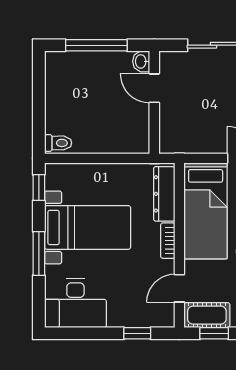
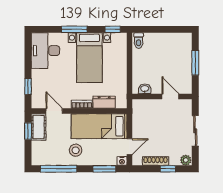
window: (96, 45) -> (195, 63), width x0.69
washbasin: (141, 61) -> (145, 89), moved
door: (154, 88) -> (170, 96), hinge flipped
dresser: (164, 194) -> (104, 102), width x0.70

